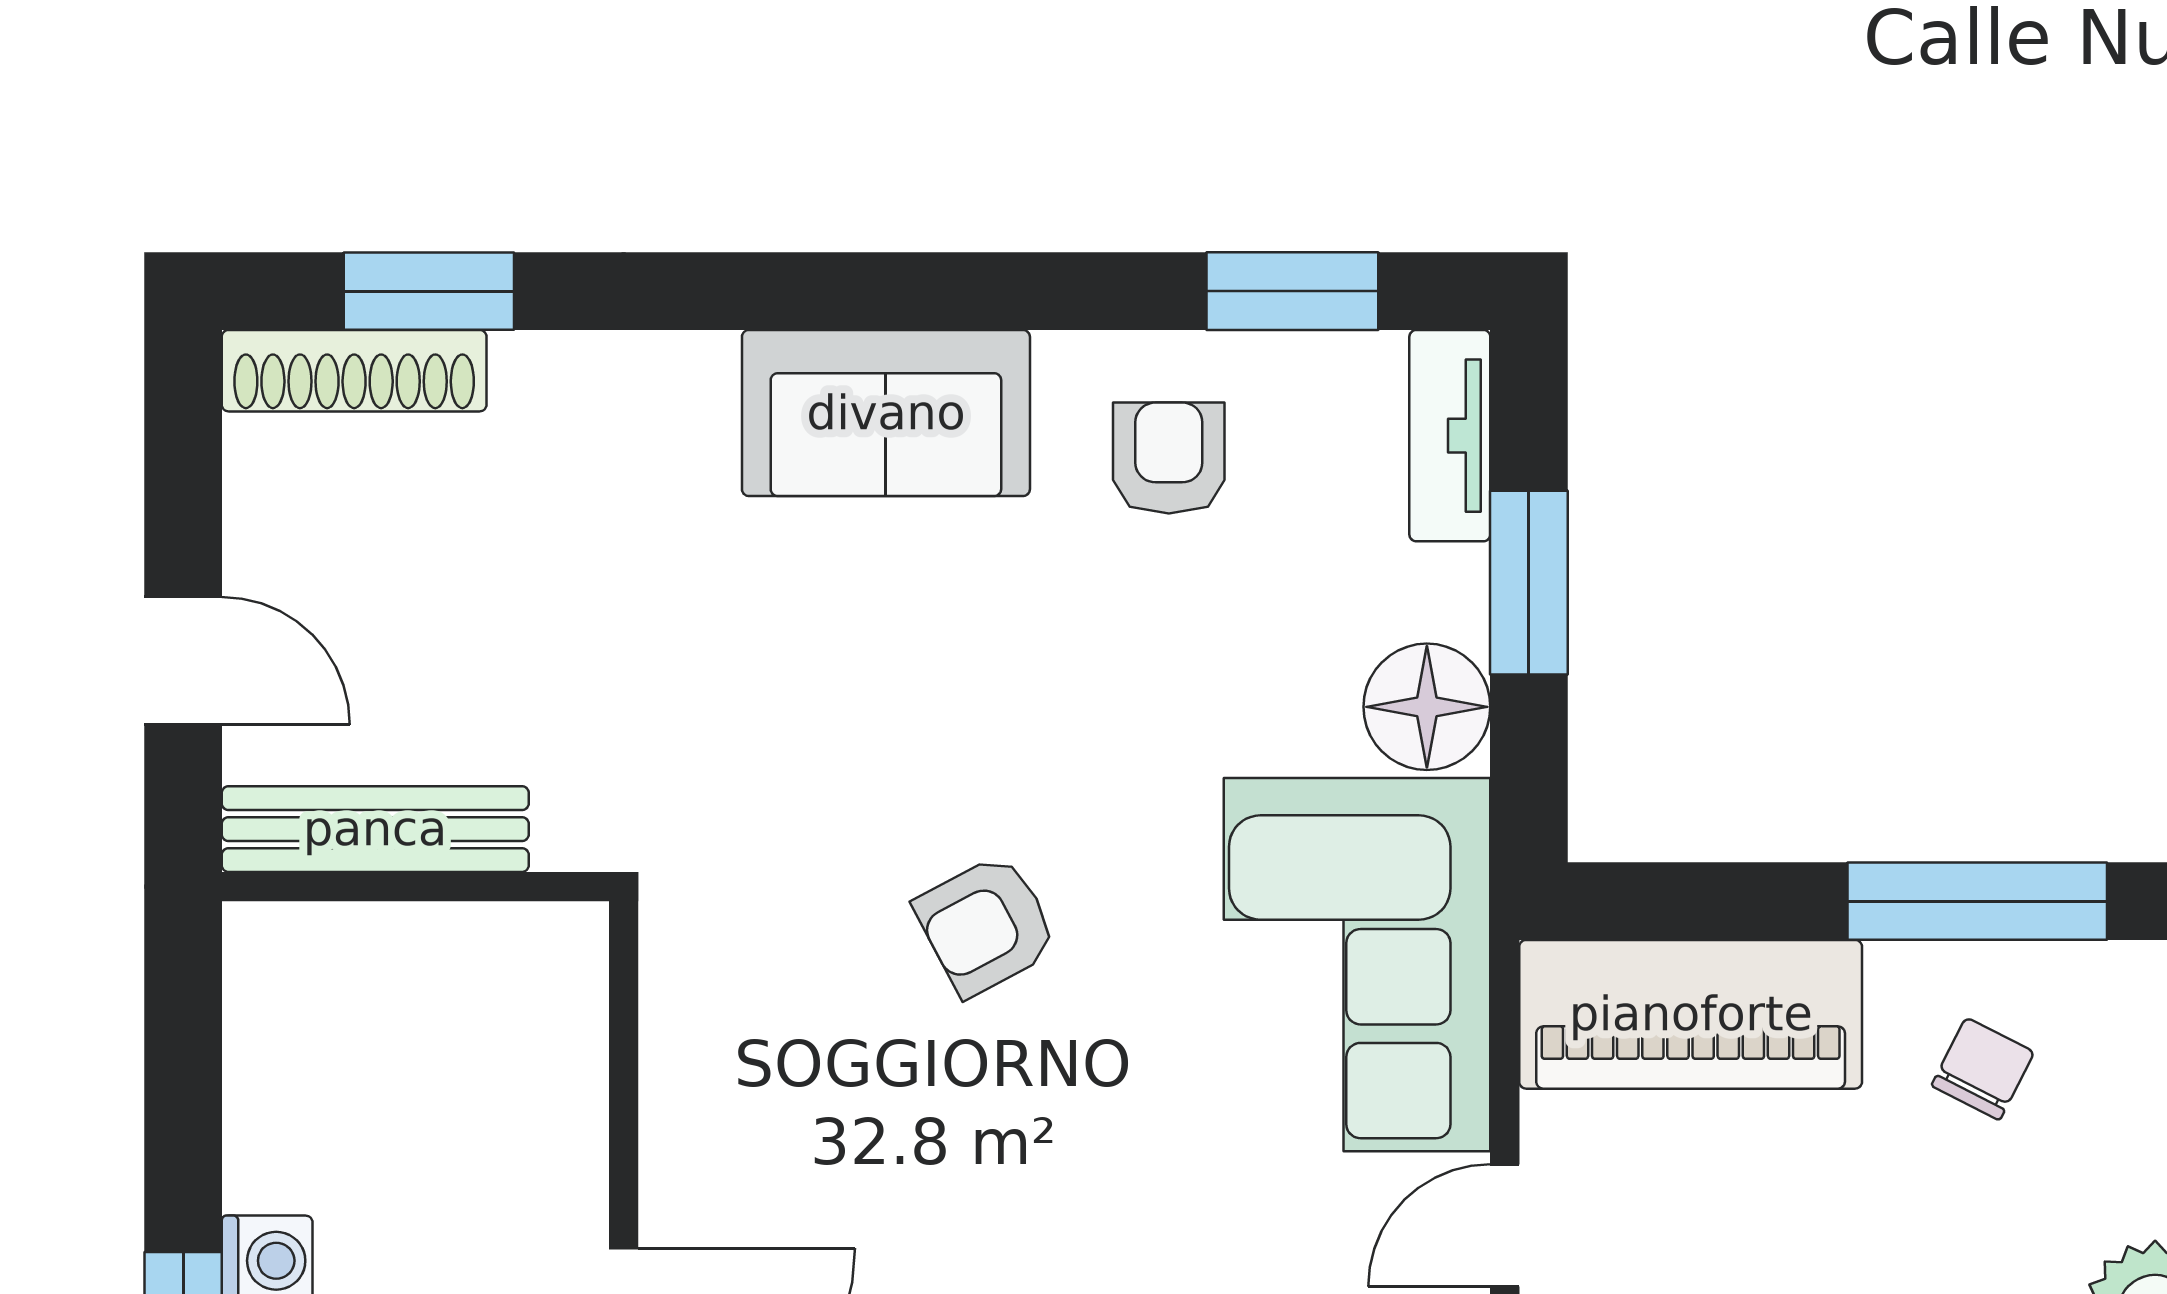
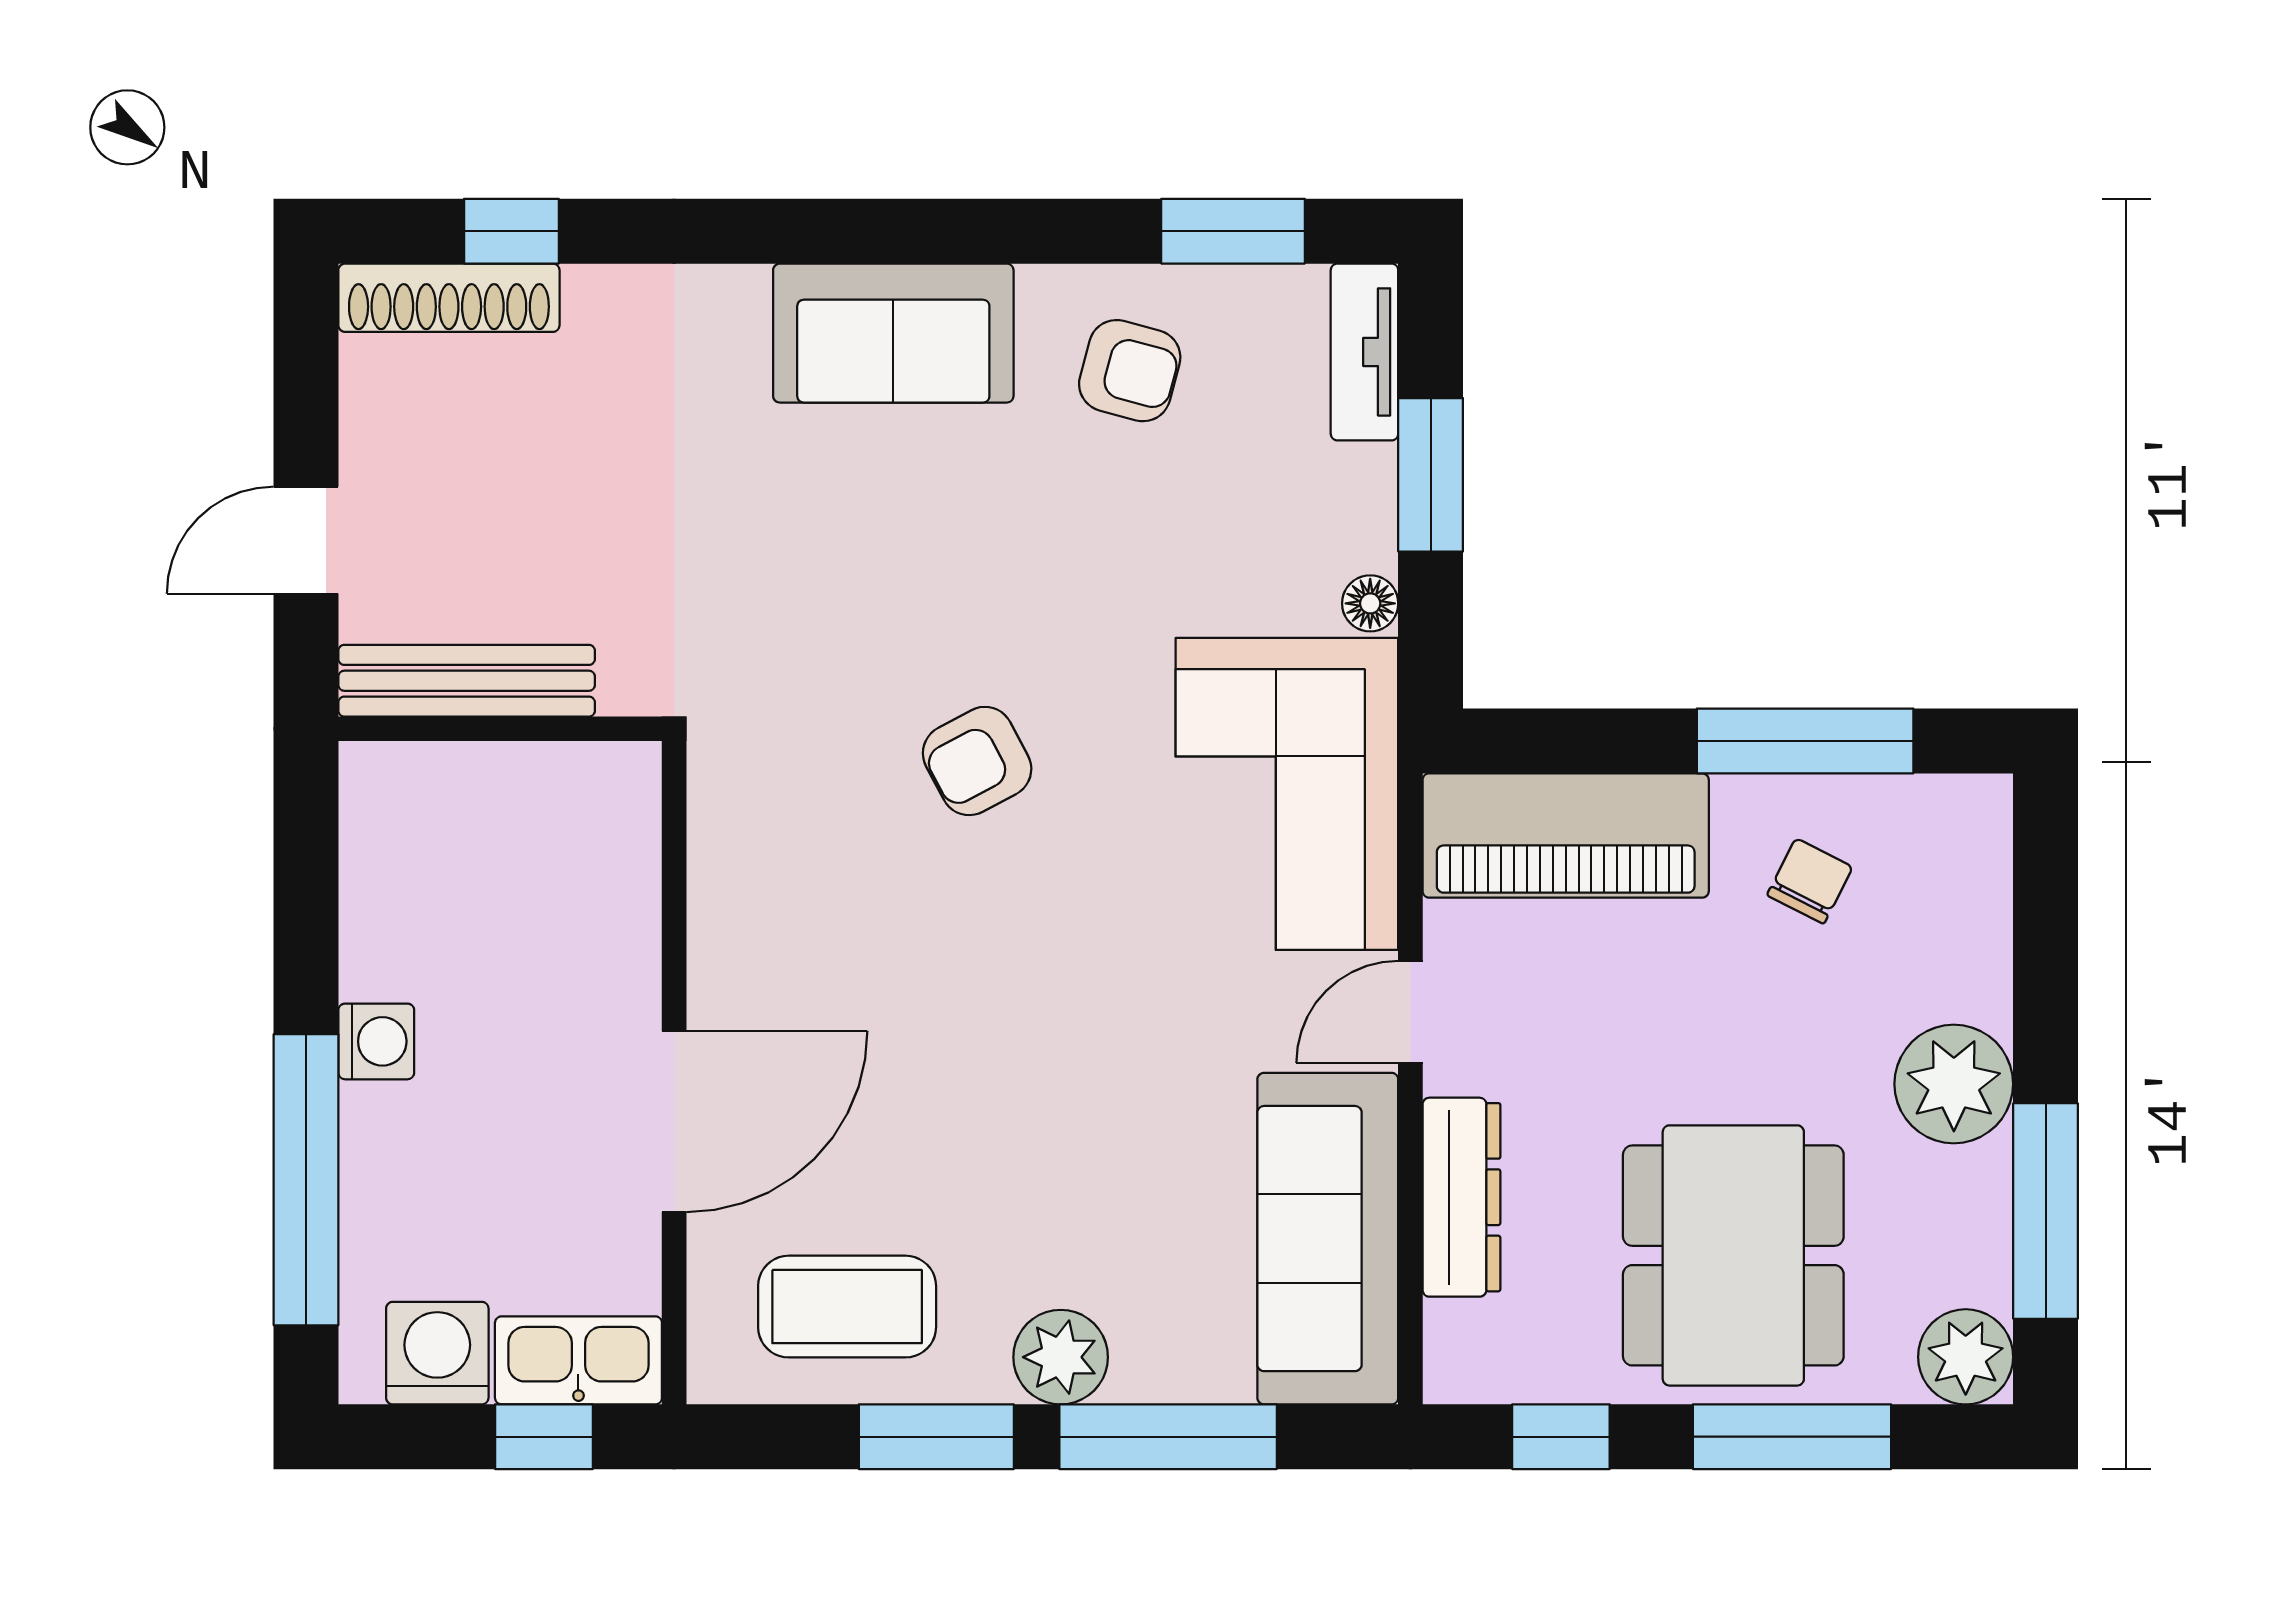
window: (429, 291) -> (511, 231), width x0.67
armchair: (1169, 458) -> (1130, 371), turned 105
door: (183, 661) -> (306, 540), swing flipped
floor lamp: (1427, 707) -> (1370, 603), width x0.53, depth x0.53

